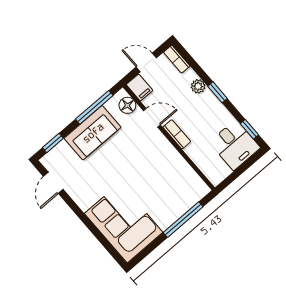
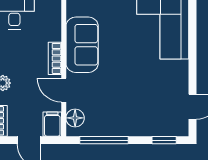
sofa: (93, 133) -> (82, 45), moved, turned 90

